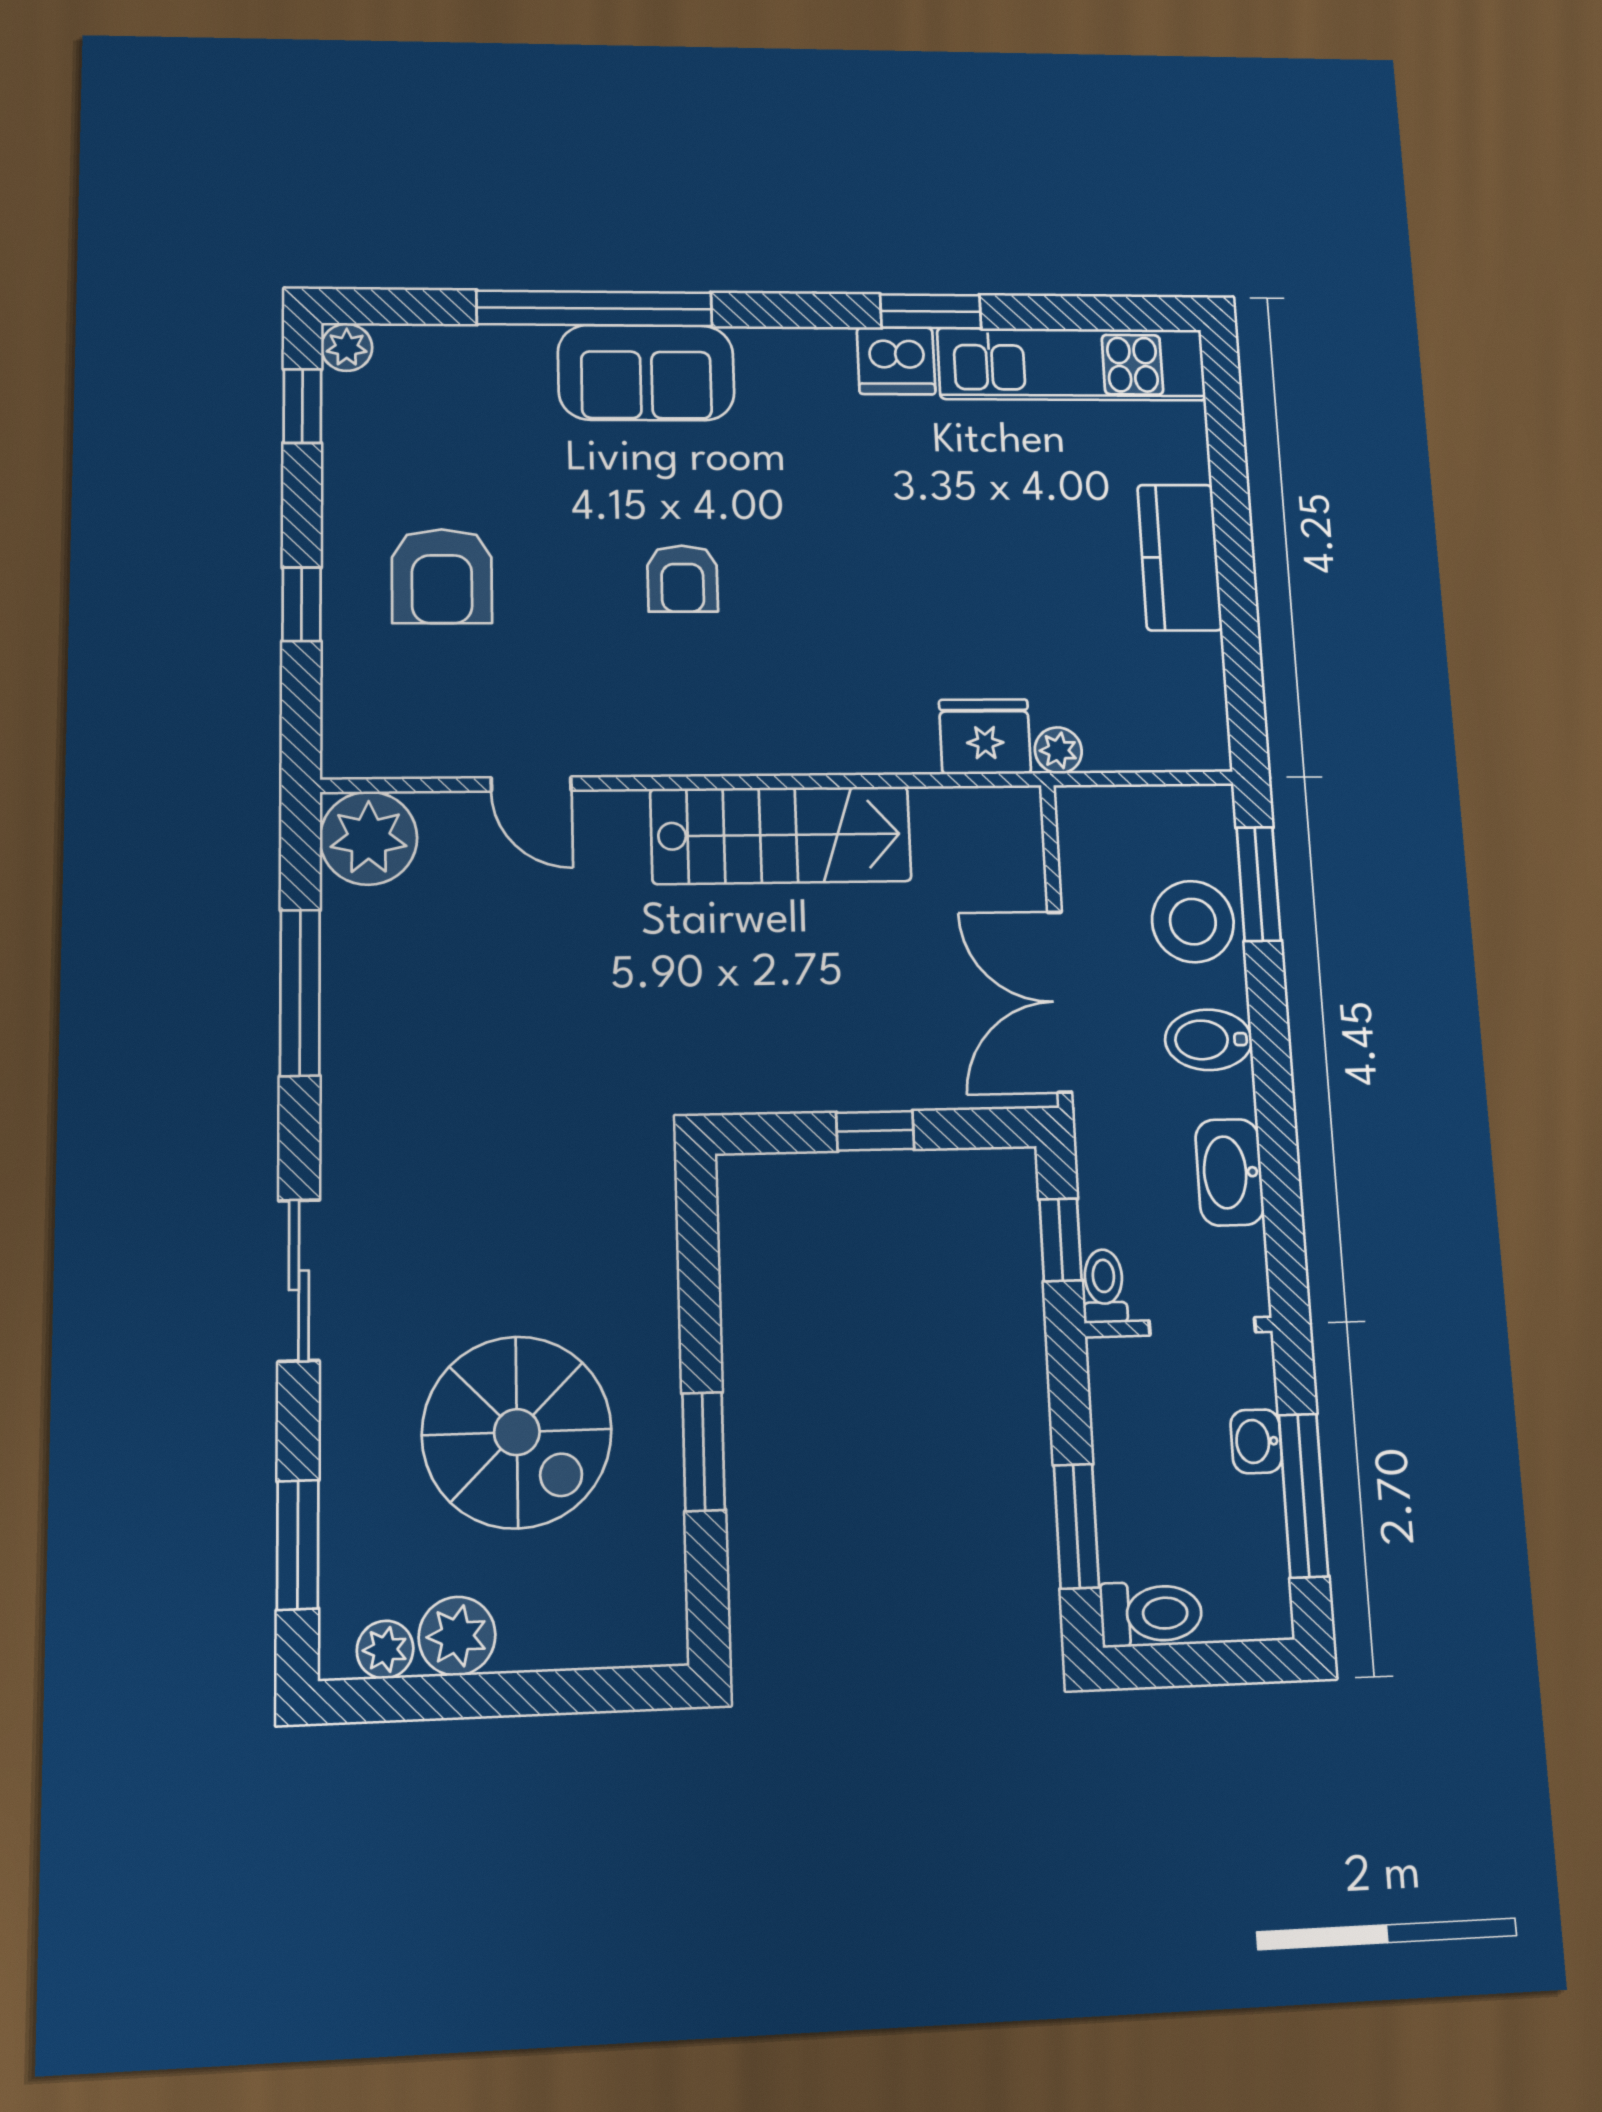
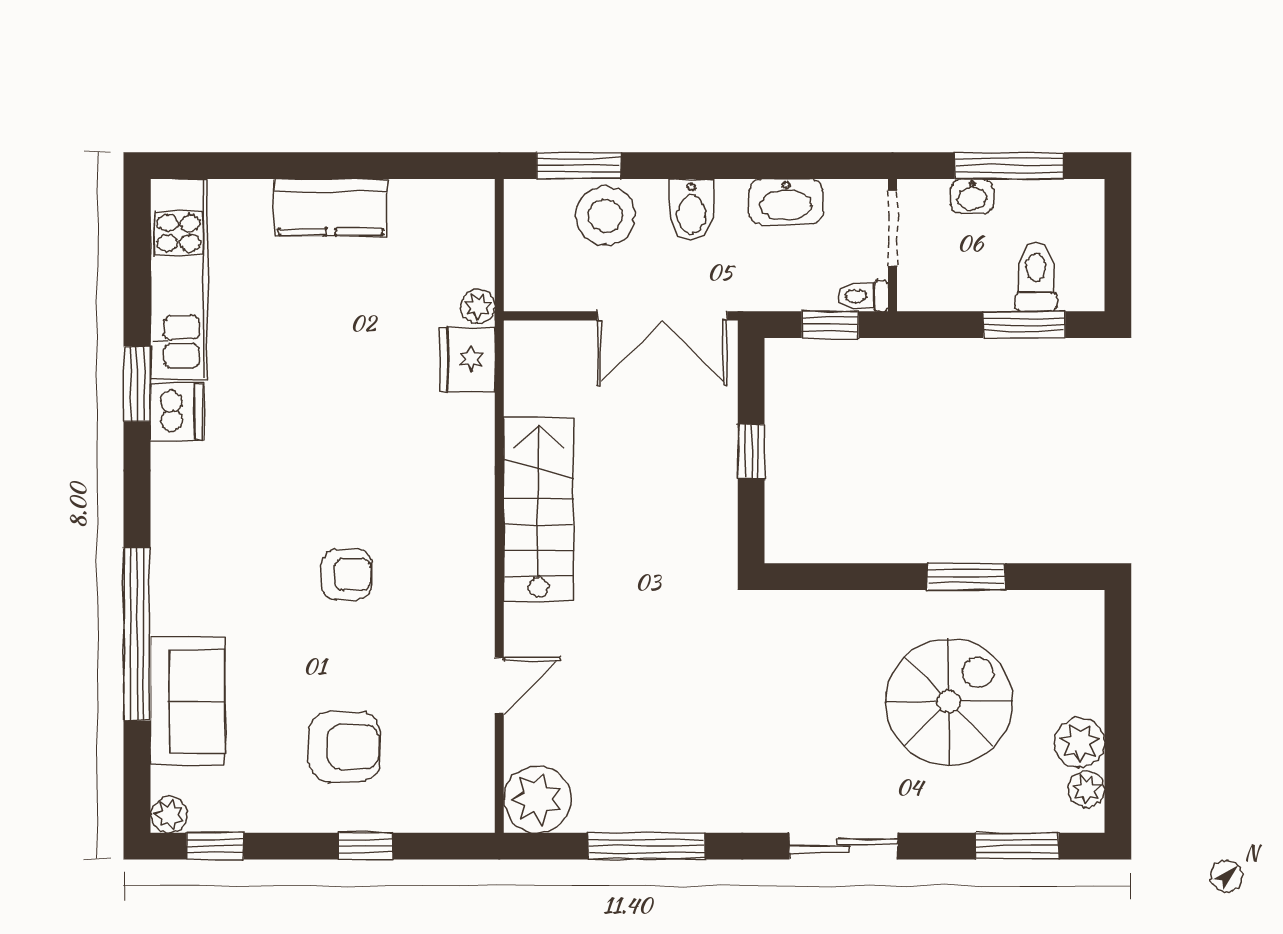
sofa: (646, 373) -> (187, 702), moved
toilet: (1151, 1614) -> (1036, 277), moved

